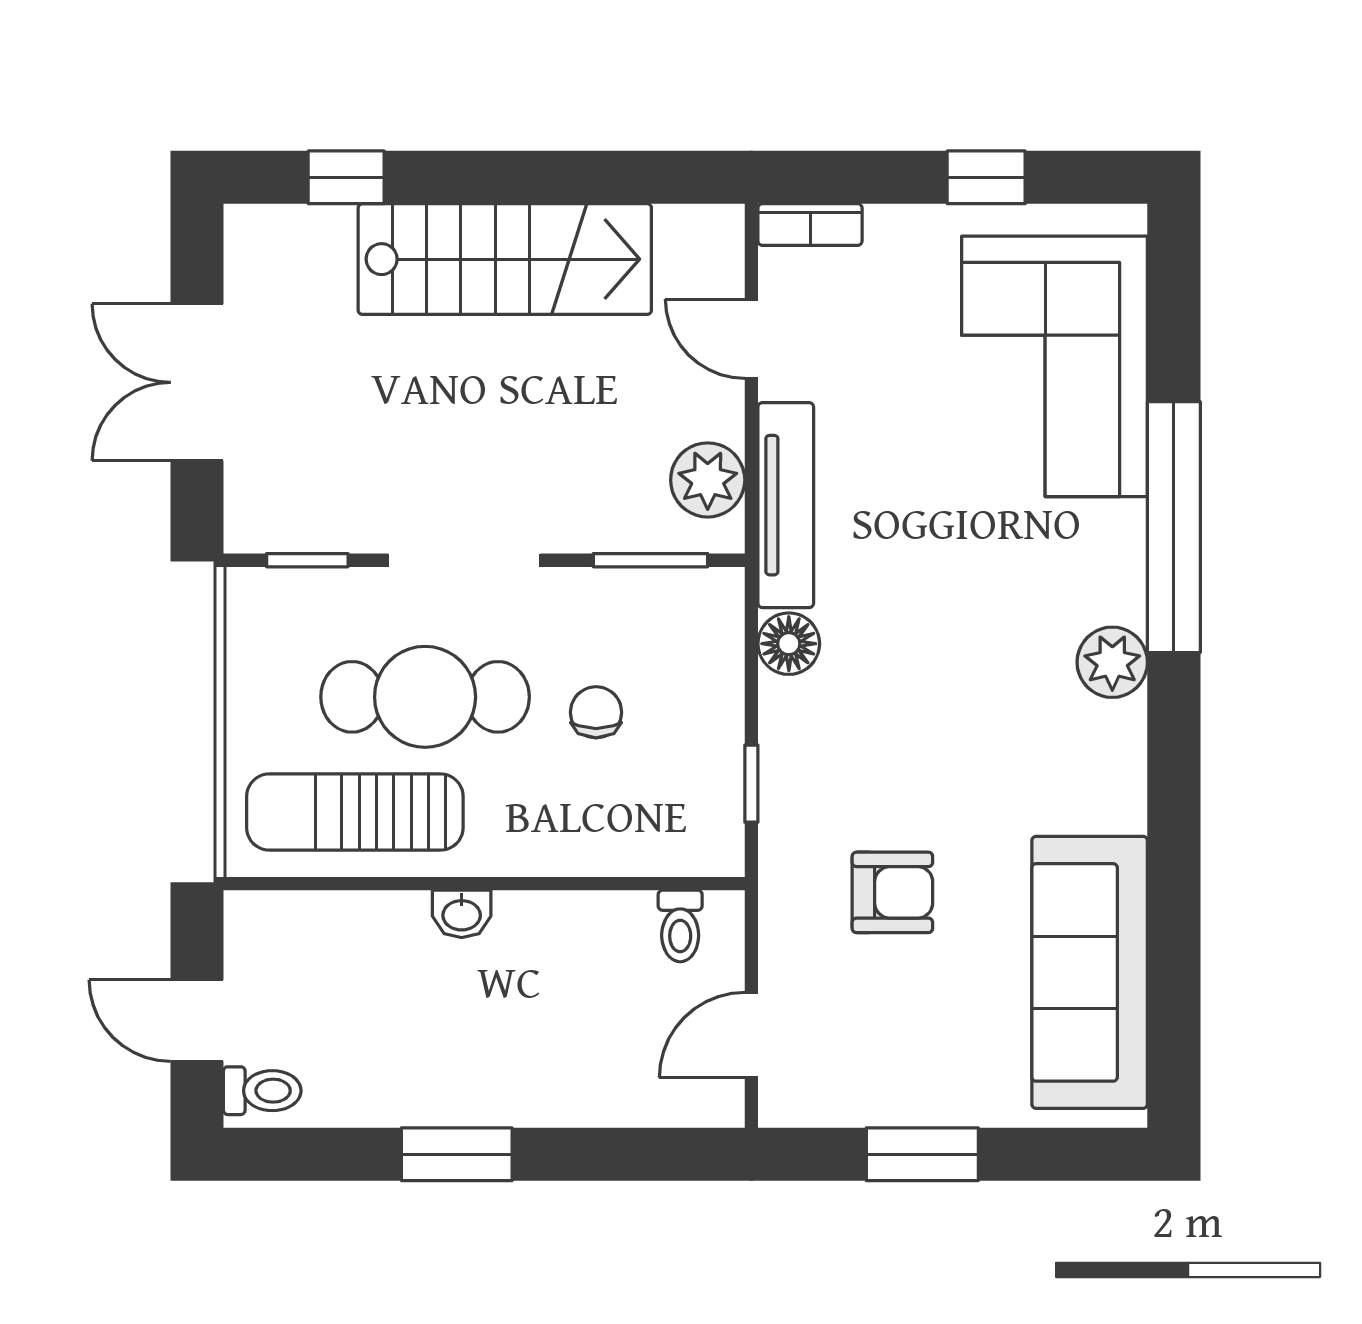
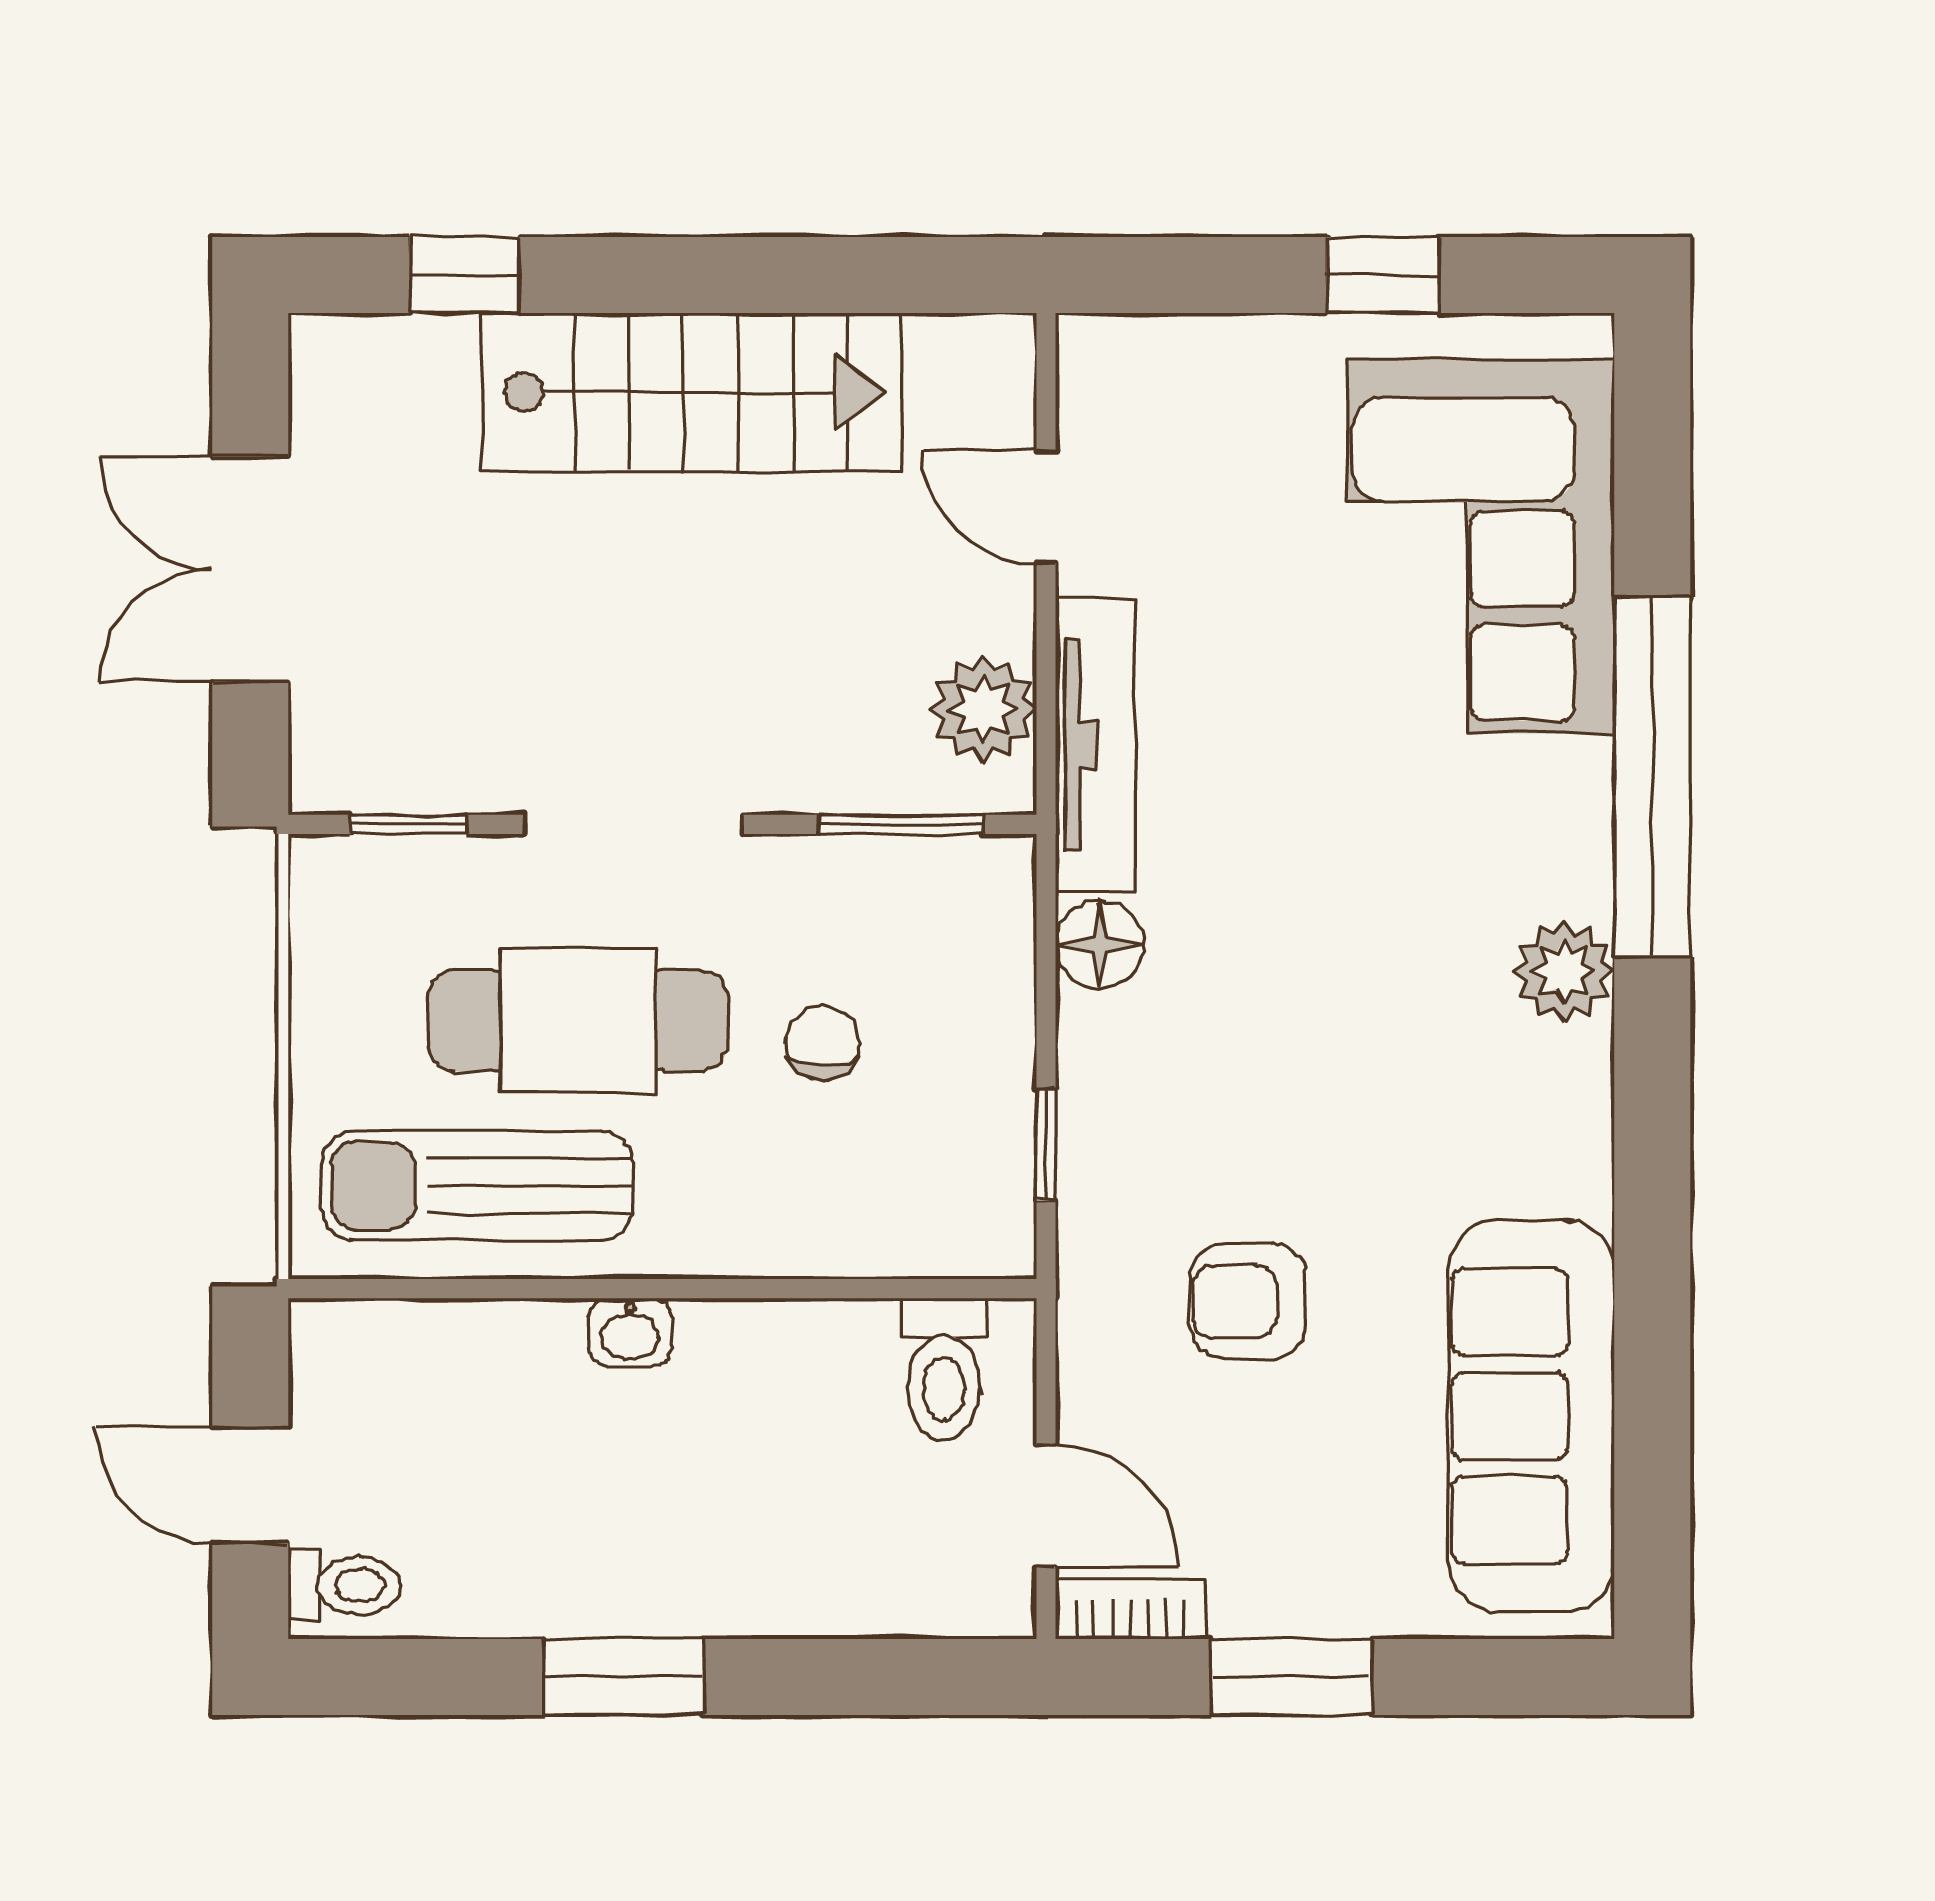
bookcase: (810, 225) -> (1130, 1609), moved, turned 180
armchair: (892, 892) -> (1248, 1301), turned 180
toilet: (680, 926) -> (944, 1369), width x1.37, depth x1.39
door: (751, 1035) -> (1046, 1506), swing flipped

